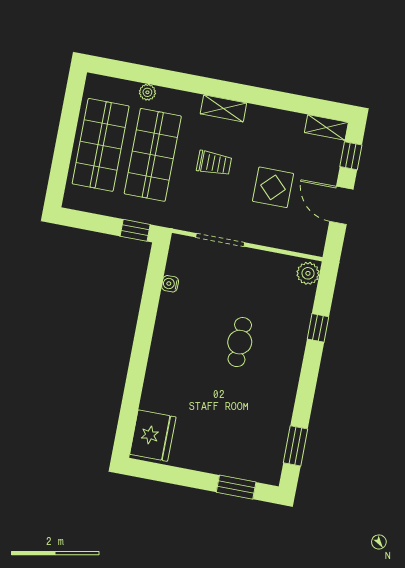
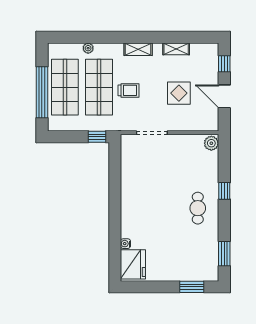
shelving: (326, 127) -> (176, 49), moved
window: (64, 146) -> (42, 92), added
trolley: (214, 163) -> (129, 90), moved
water cooler: (170, 284) -> (125, 244), moved
window: (318, 328) -> (224, 191), moved
cafe table: (240, 342) -> (198, 208), moved

